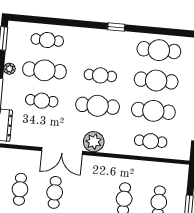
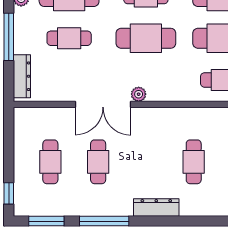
plant: (94, 142) -> (139, 94), width x0.53, depth x0.53

